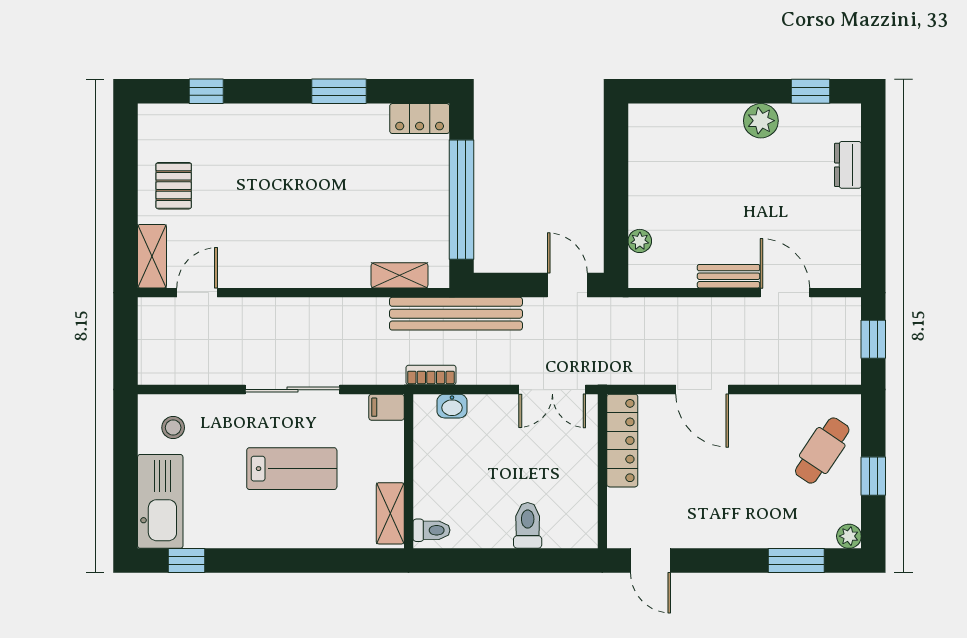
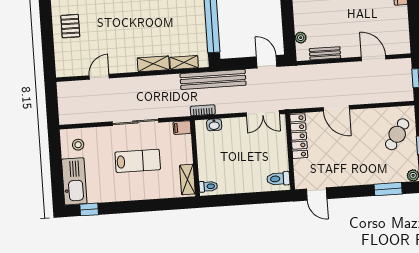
shelving: (152, 256) -> (153, 64), moved, turned 90
bench: (729, 276) -> (325, 53), moved
door: (197, 293) -> (99, 77), moved
toilet: (528, 525) -> (278, 179), moved, turned -90

